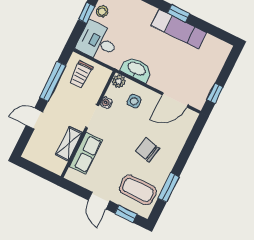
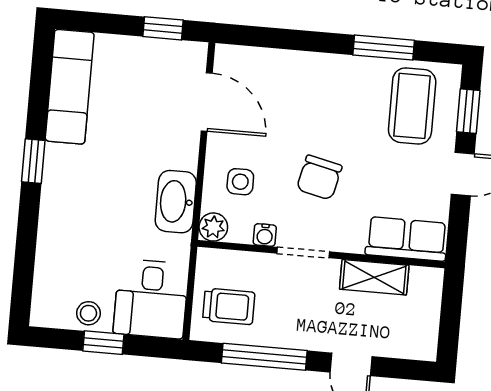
exam couch: (179, 29) -> (70, 87), moved
chair: (147, 150) -> (319, 178), moved
row of seats: (86, 153) -> (407, 239), moved

